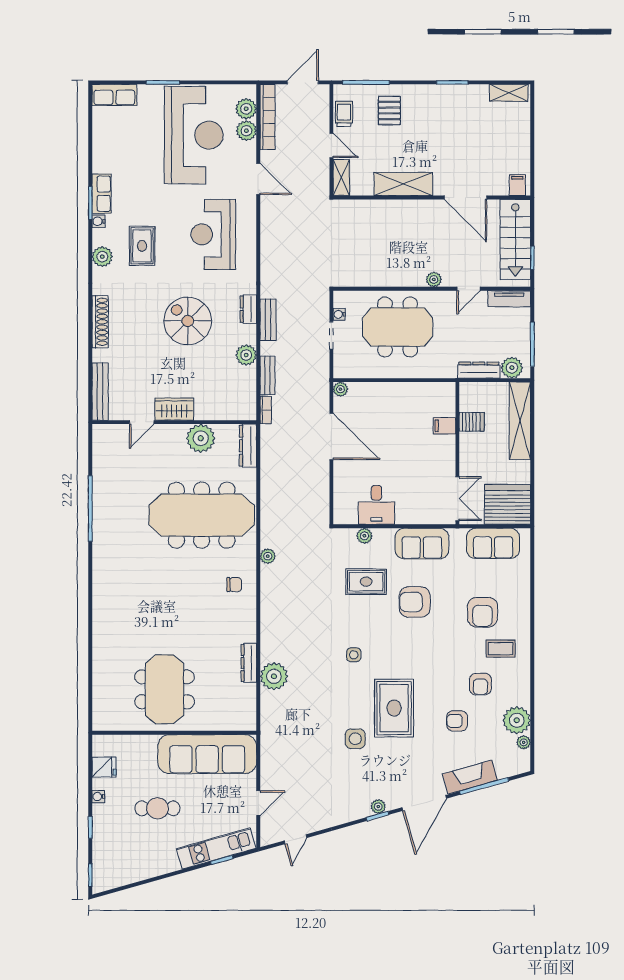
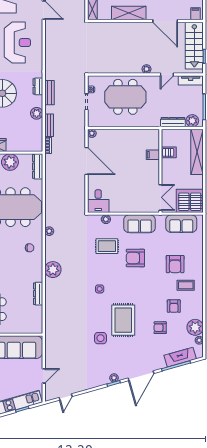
reception desk: (213, 234) -> (17, 43), turned 180
desk: (376, 505) -> (98, 201), moved
plant: (274, 676) -> (53, 270), moved
fireplace: (470, 777) -> (180, 357), moved

